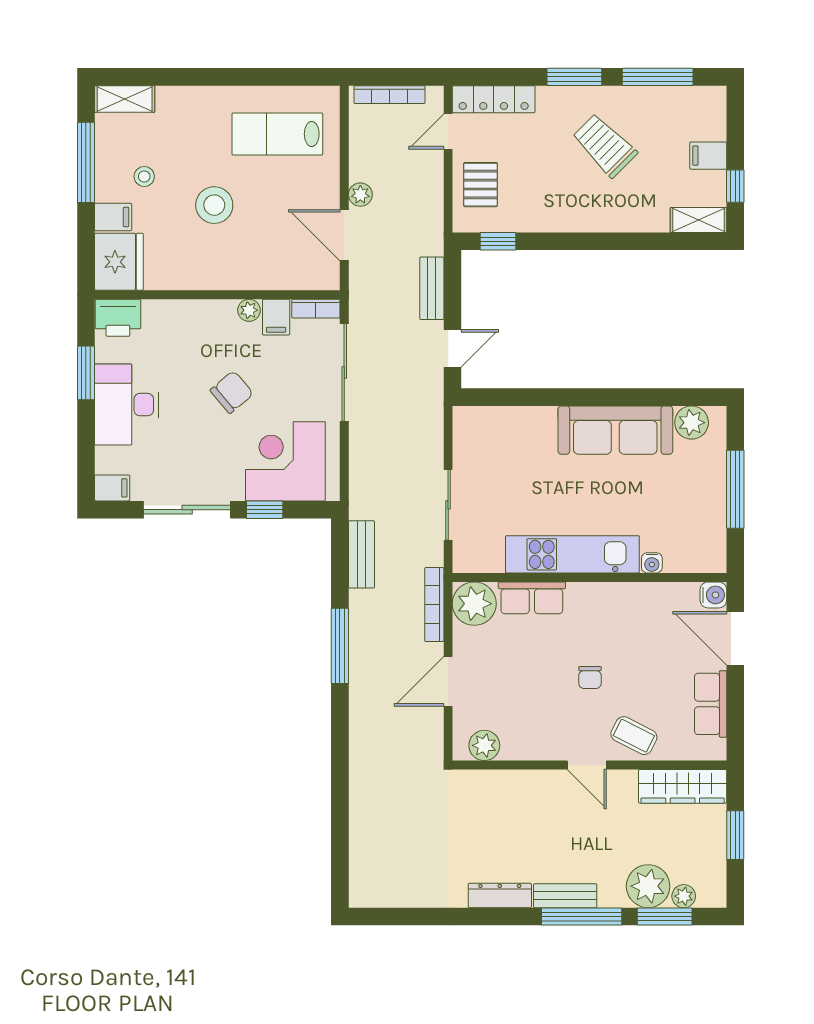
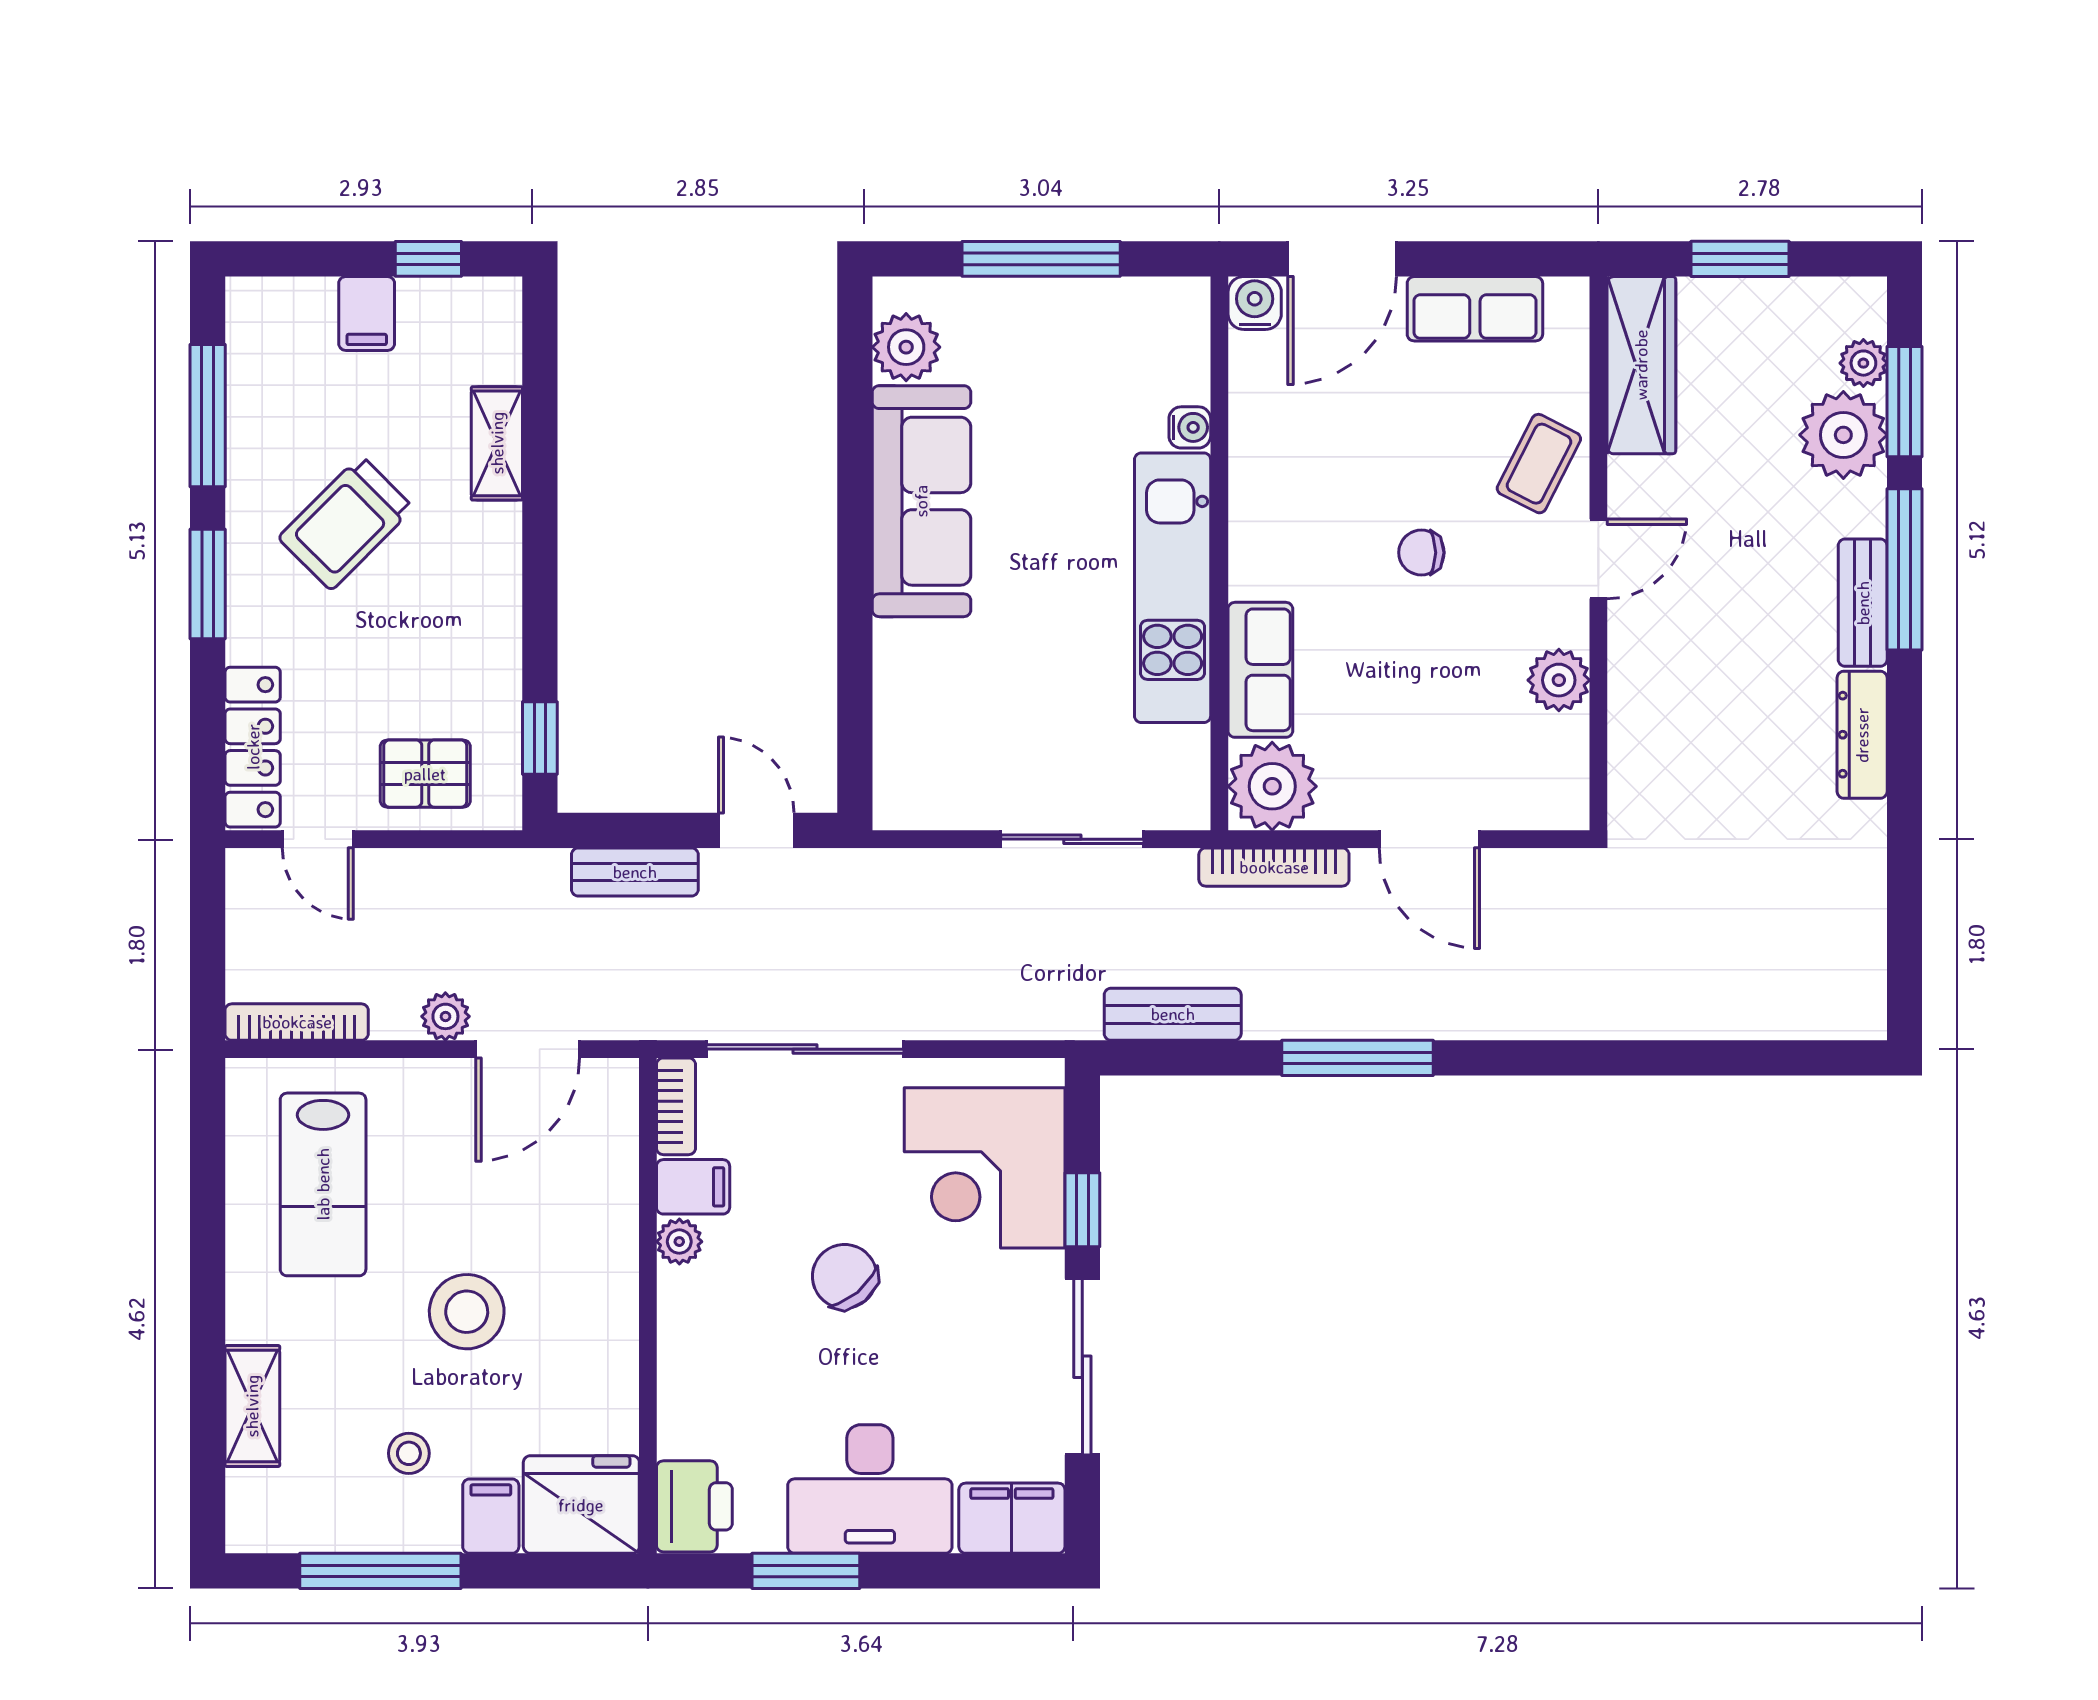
bookcase: (390, 95) -> (297, 1022), moved, turned -90
shelving: (125, 99) -> (252, 1406), moved
shelving: (698, 220) -> (497, 443), moved
filing cabinet: (112, 488) -> (1012, 1518), width x2.00
chair: (590, 677) -> (1421, 553), turned 180
plant: (484, 745) -> (1559, 680), moved

